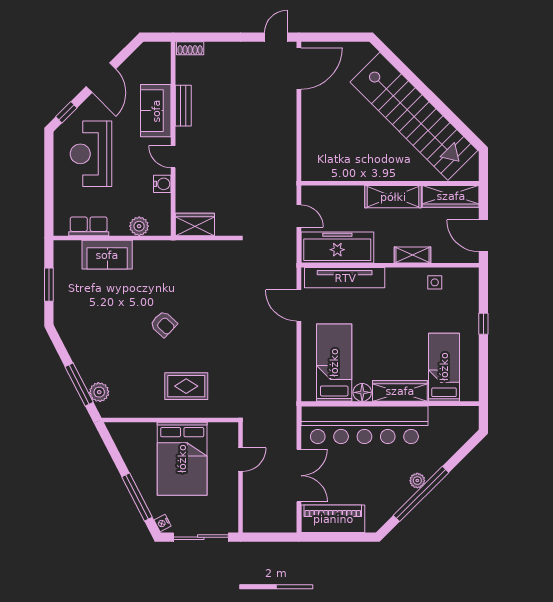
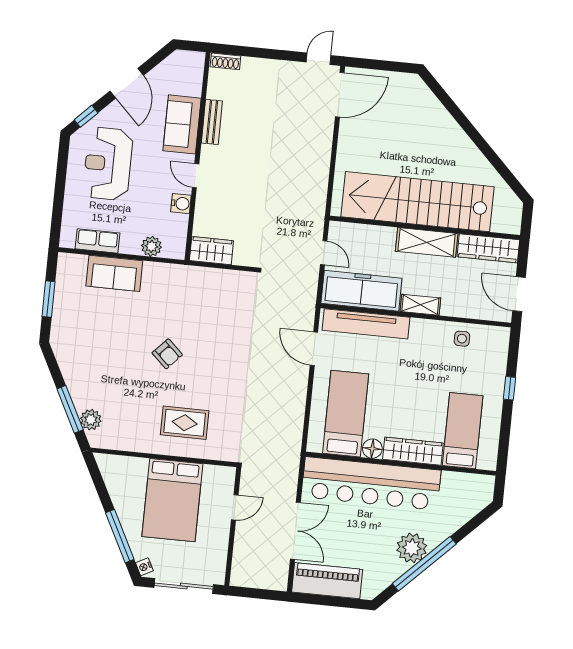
stairs: (414, 116) -> (418, 202), moved, turned 135
shelving: (412, 255) -> (420, 305), moved
plant: (417, 481) -> (412, 548), width x1.87, depth x1.87

